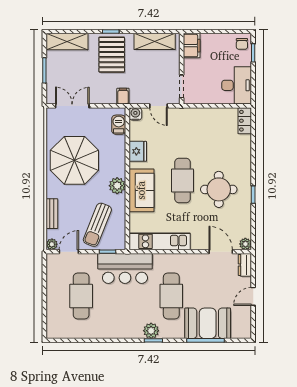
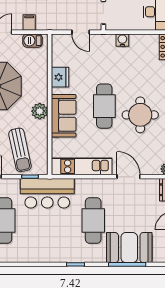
filing cabinet: (123, 96) -> (29, 22), moved
water cooler: (135, 114) -> (122, 40), moved
barbecue: (119, 125) -> (32, 41), moved, turned -90
sun lounger: (97, 225) -> (20, 150), turned -34
door: (221, 252) -> (128, 177), moved
plant: (151, 331) -> (73, 255), removed

